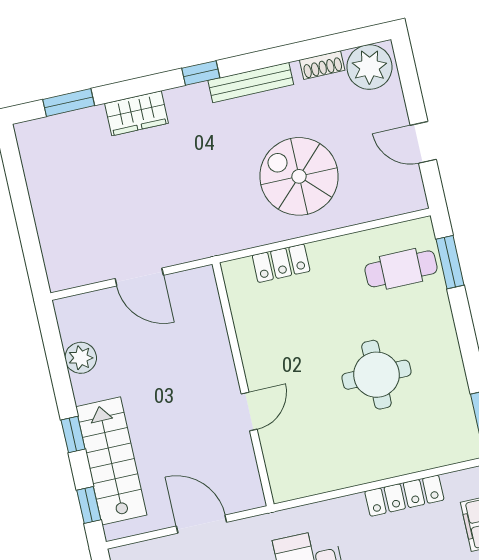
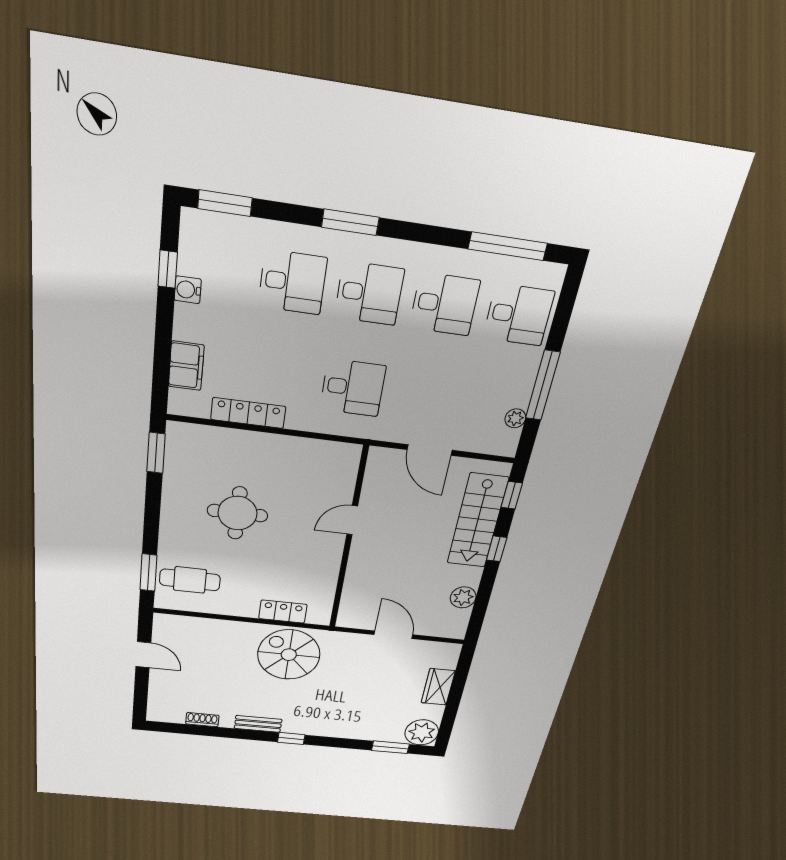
plant: (369, 67) -> (422, 732), moved
bench: (251, 82) -> (258, 724), width x0.73
wardrobe: (137, 113) -> (438, 687), moved, turned -90
spiral stairs: (299, 176) -> (289, 655), moved, turned 180

